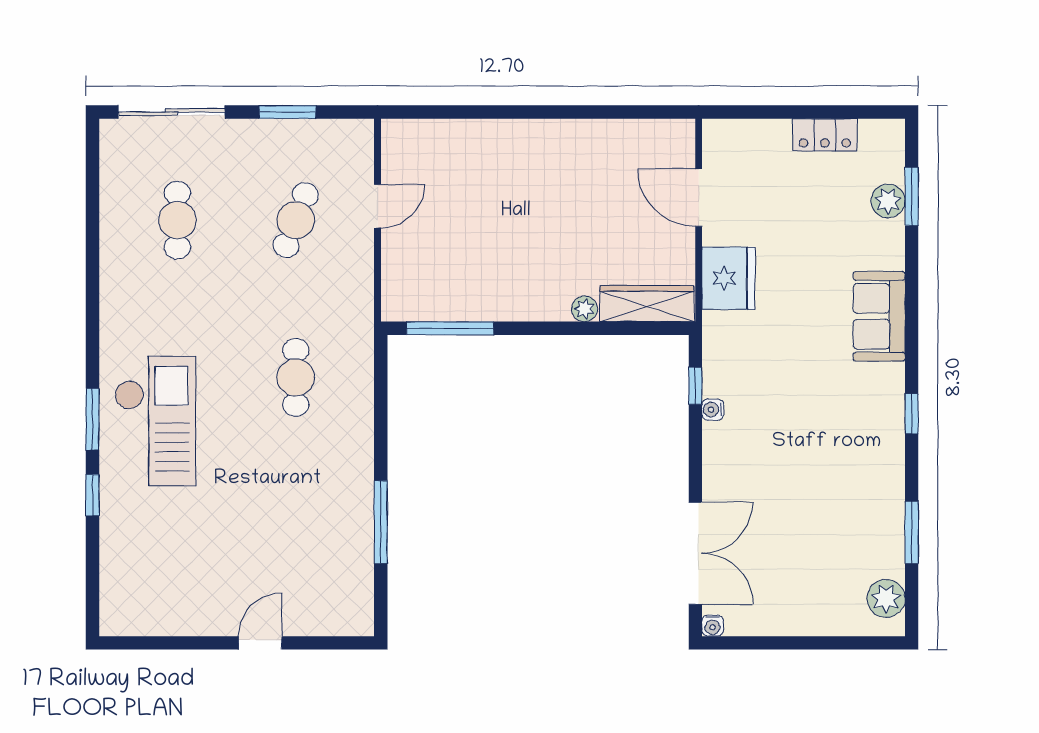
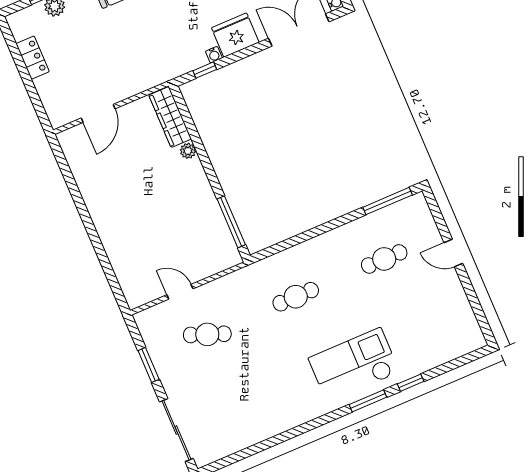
cafe table: (177, 220) -> (384, 259), moved
fridge: (728, 278) -> (235, 35), moved
window: (381, 522) -> (388, 201), moved

